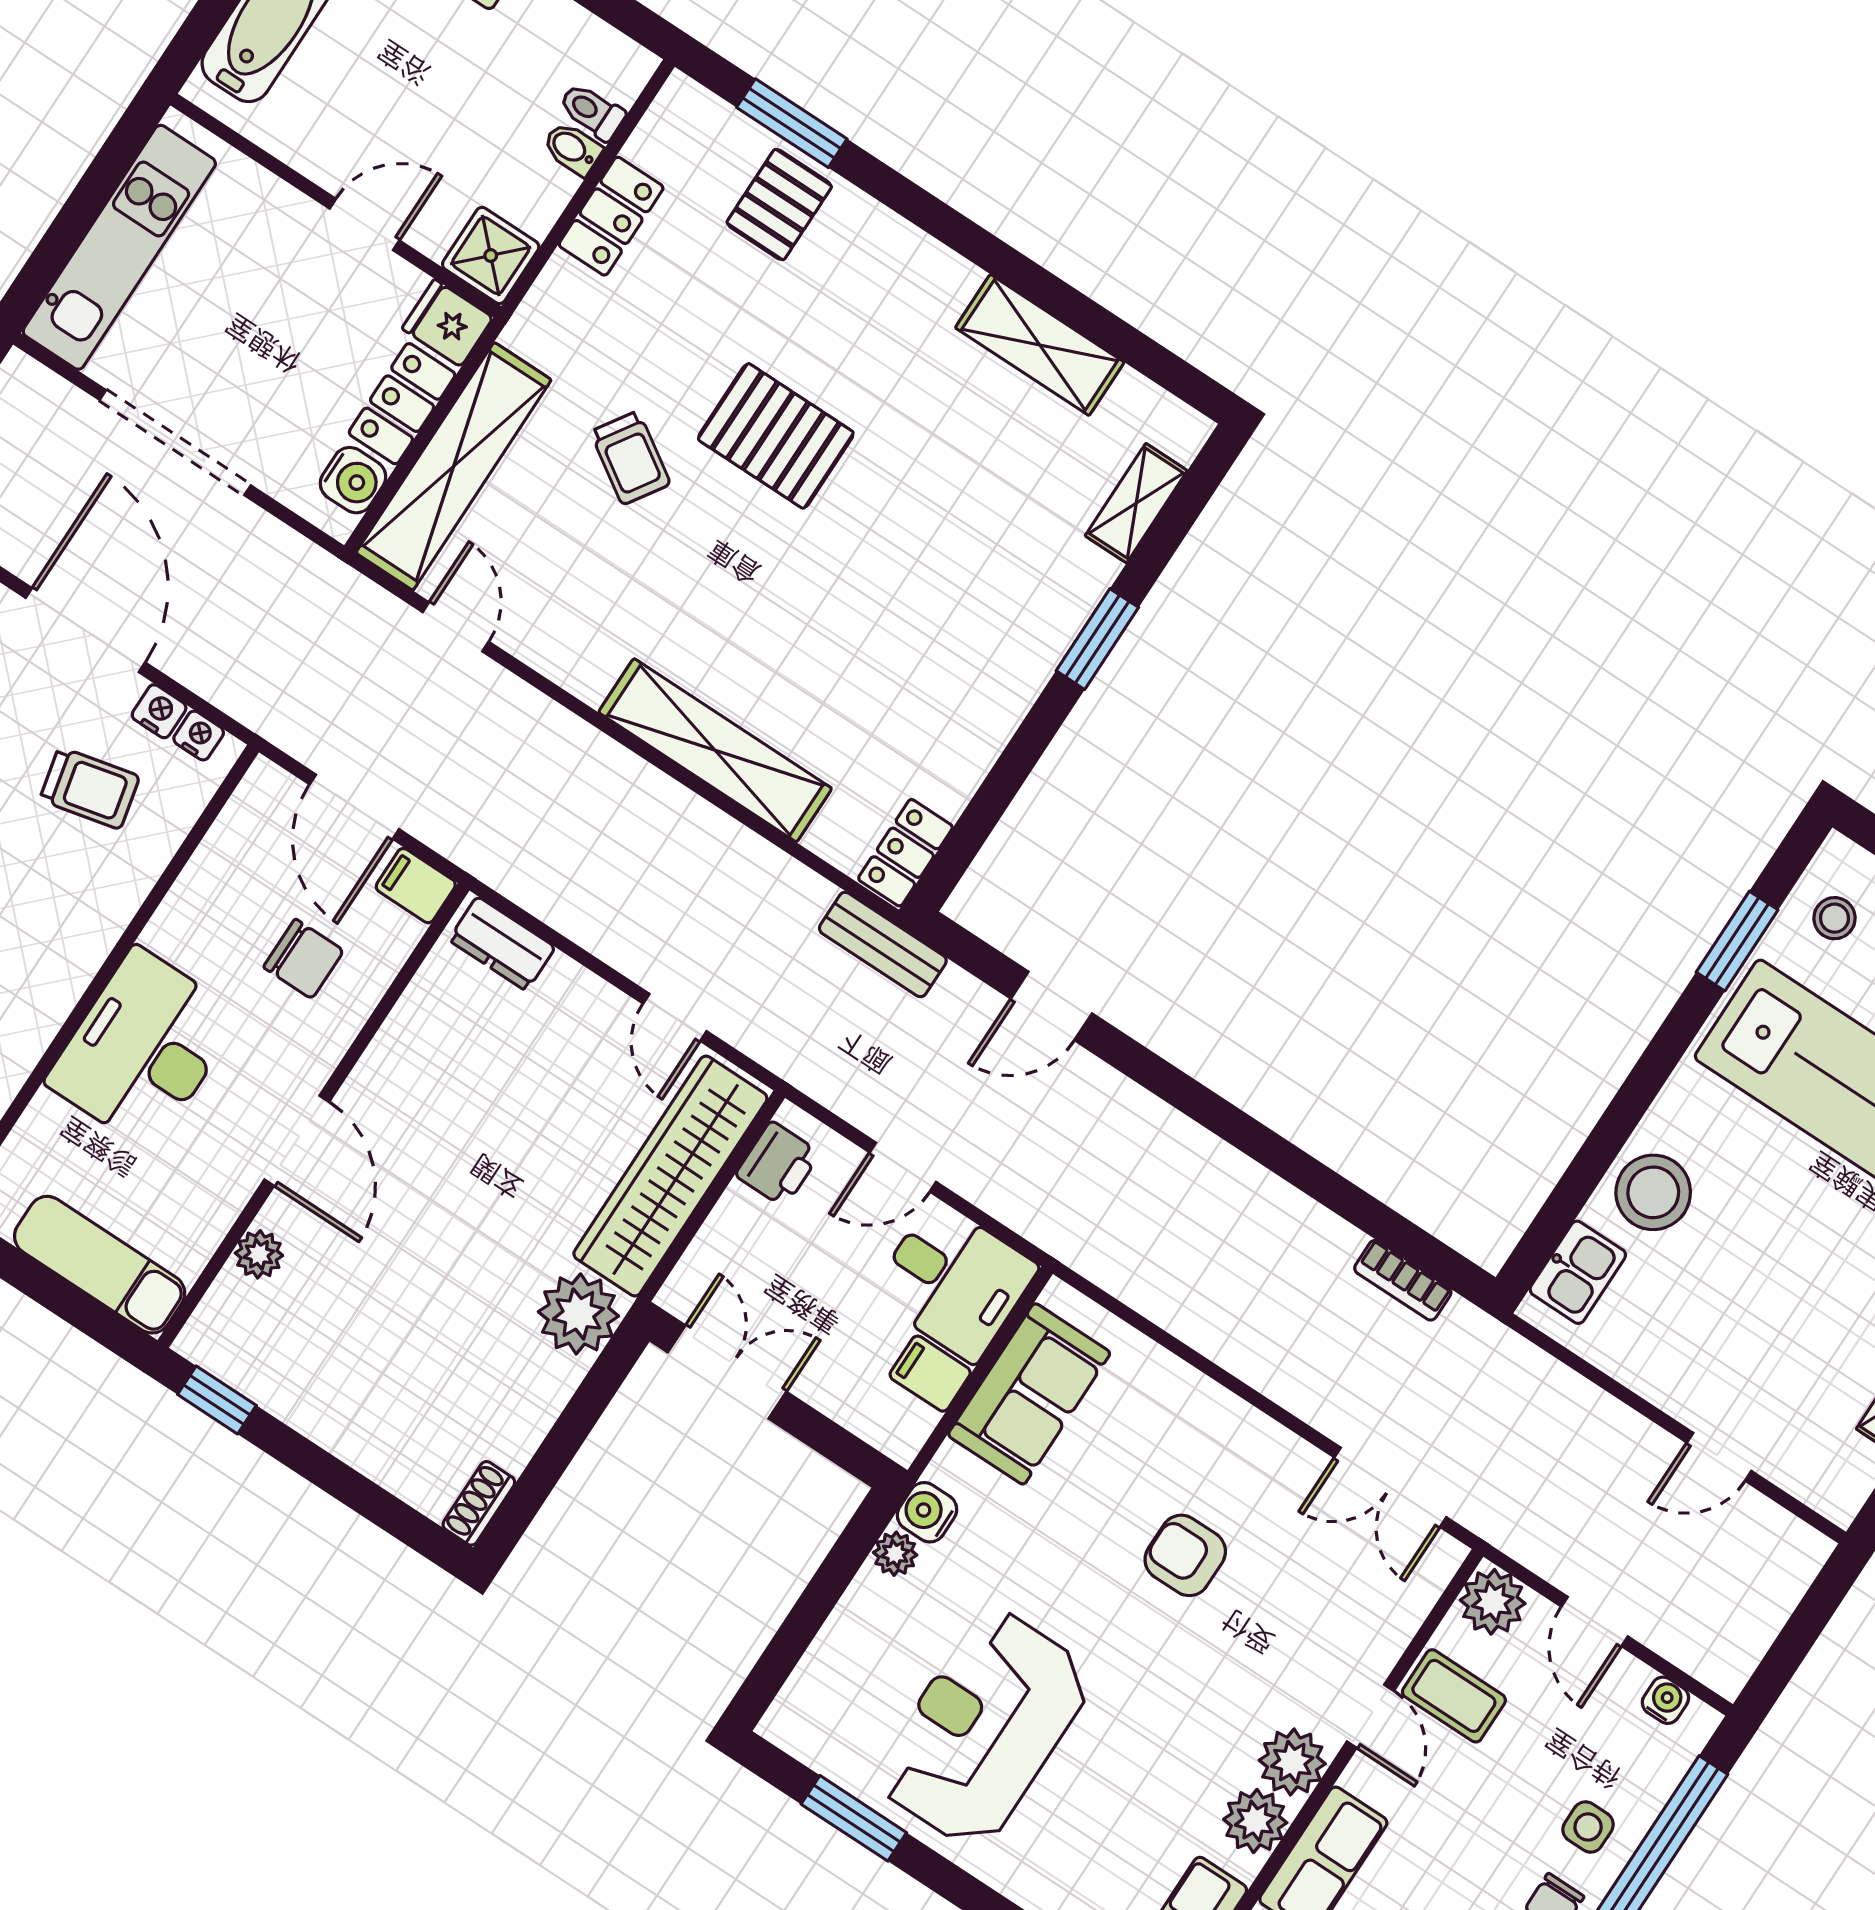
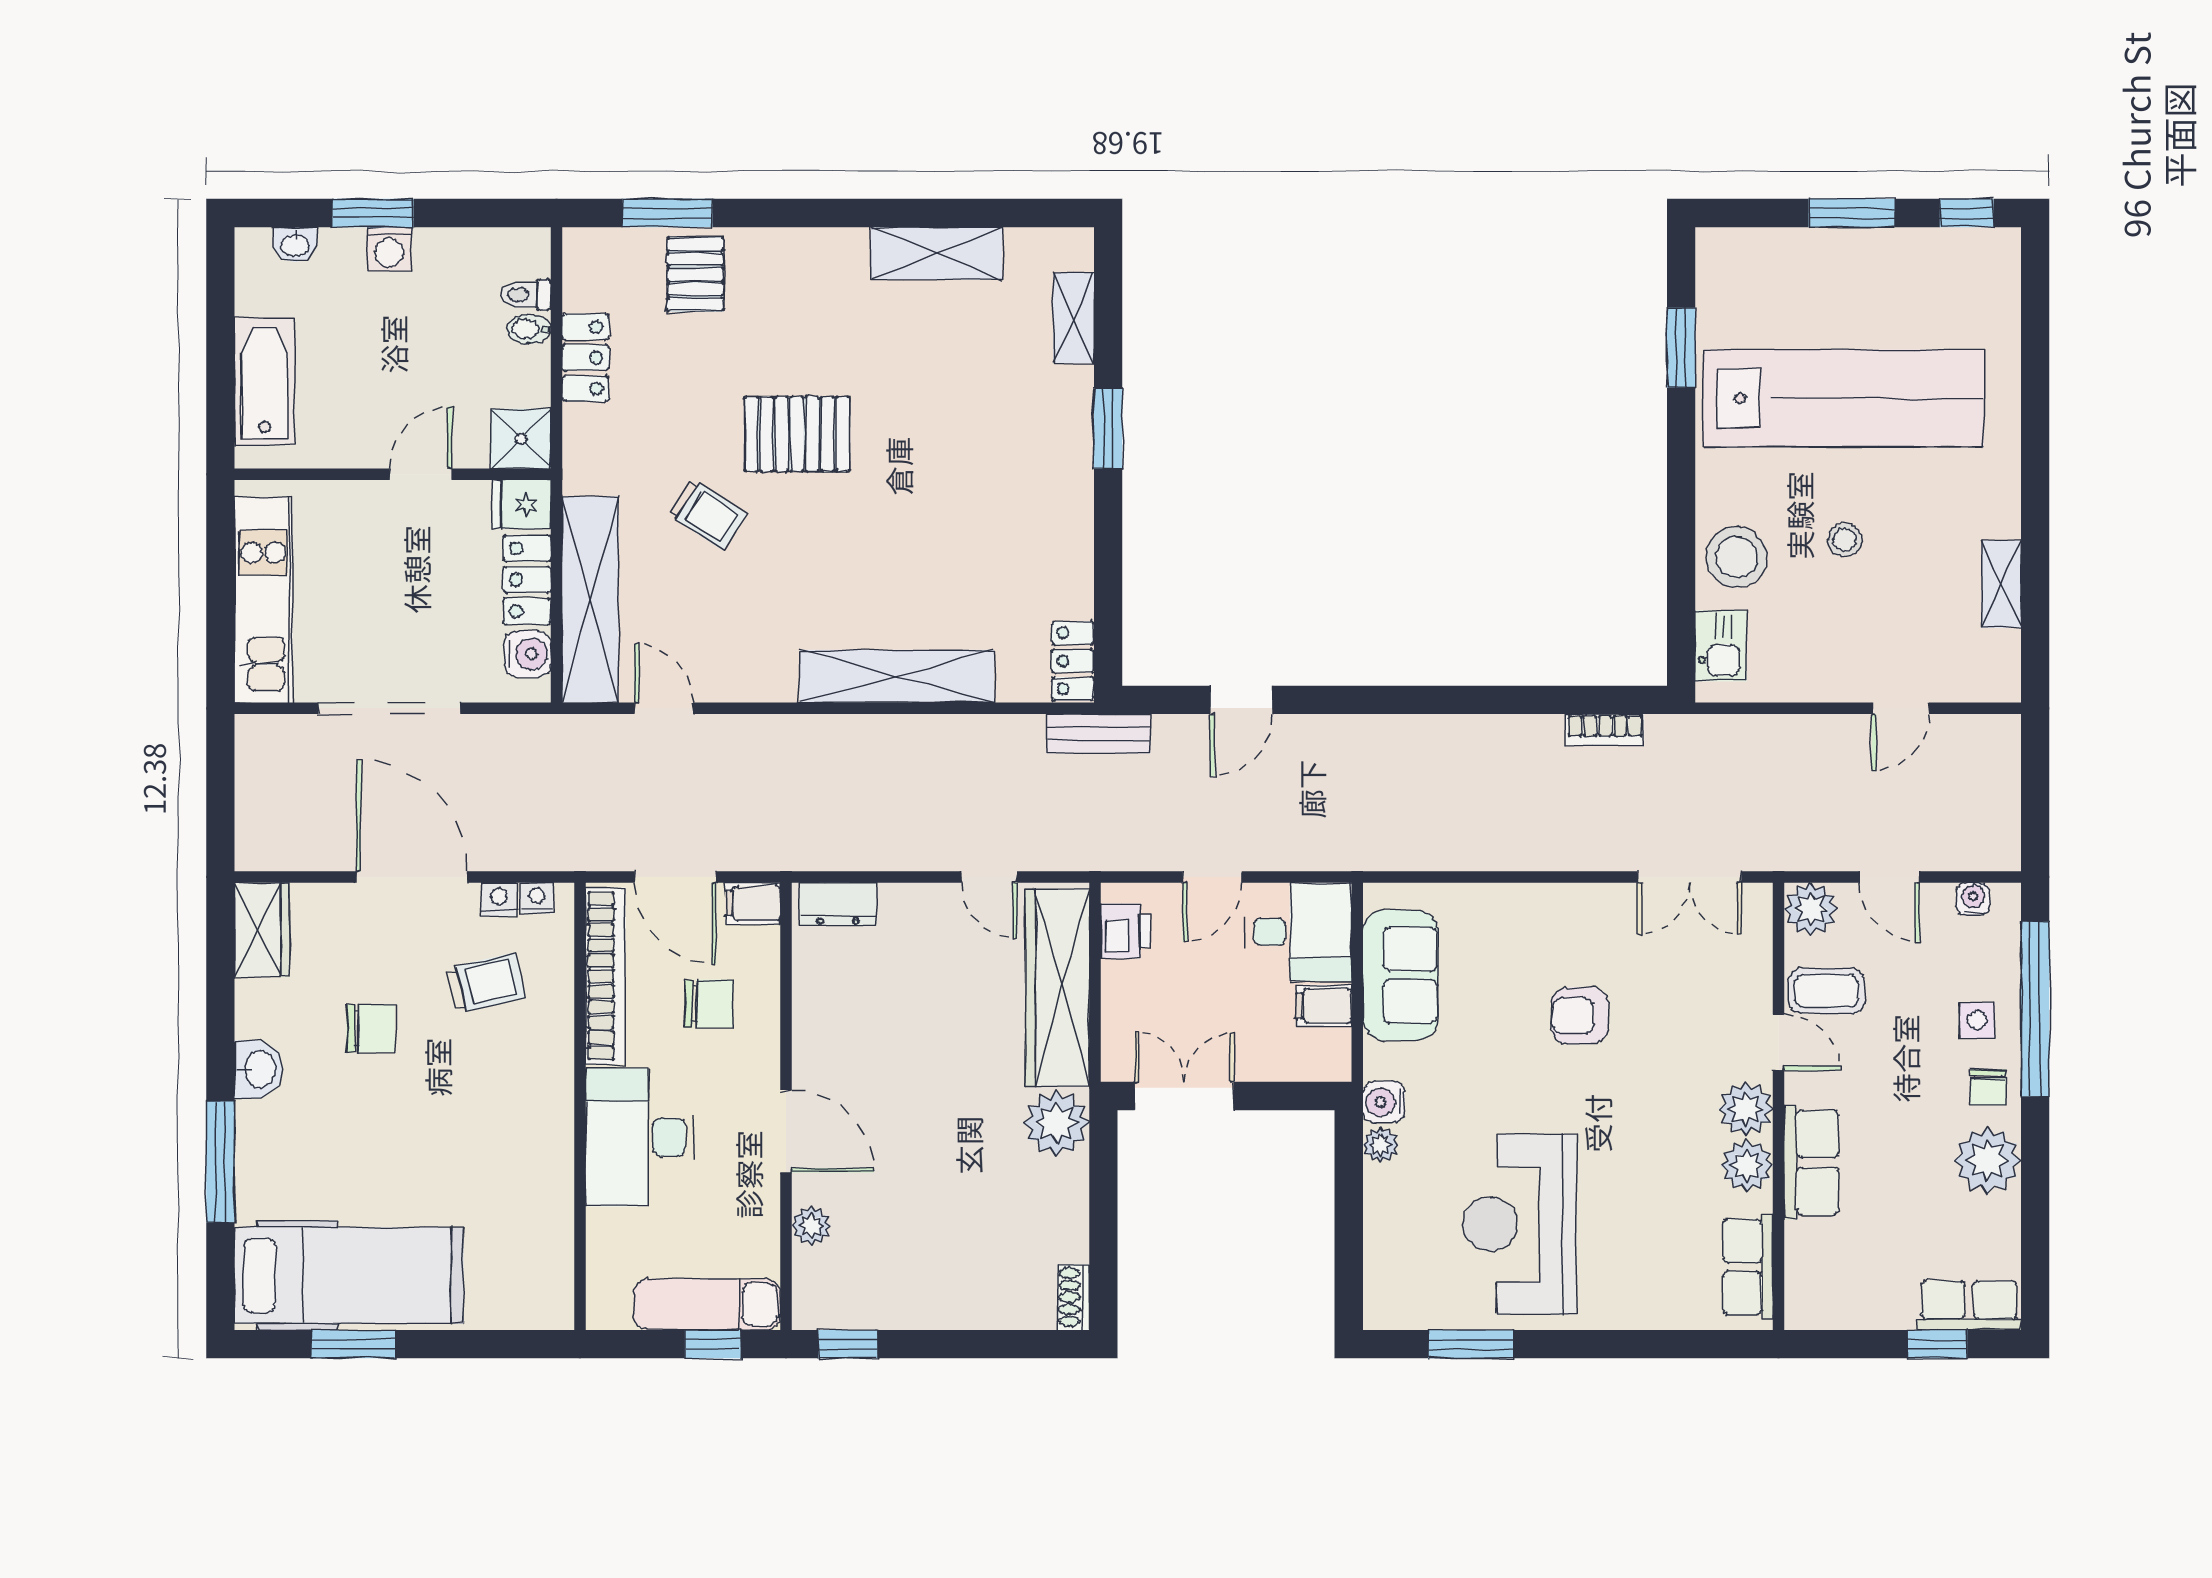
bookcase: (217, 861) -> (606, 976), added
stool: (1834, 918) -> (1845, 540), moved
window: (79, 1309) -> (713, 1344), added

